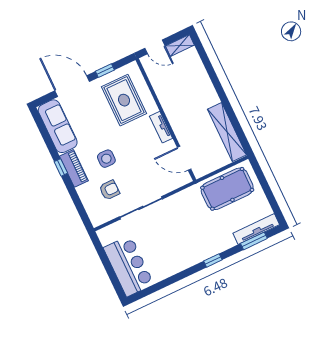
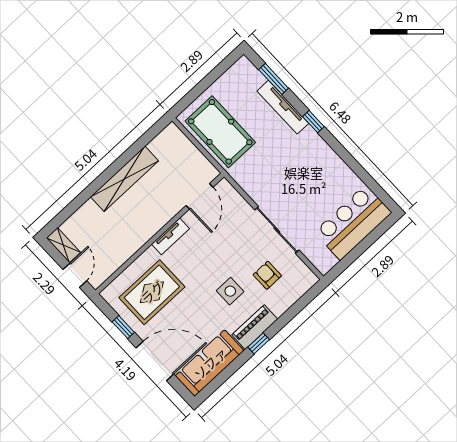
door: (72, 86) -> (155, 361), swing flipped
shelving: (227, 132) -> (124, 179), moved
tv unit: (256, 229) -> (283, 107), moved

